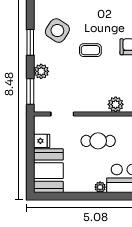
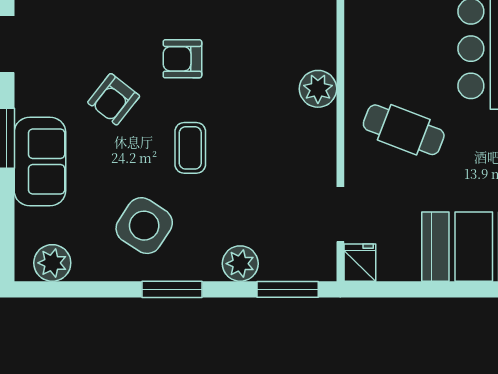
armchair: (111, 18) -> (114, 99), added
fridge: (42, 141) -> (360, 263), moved
cafe table: (98, 141) -> (404, 130), turned -69

